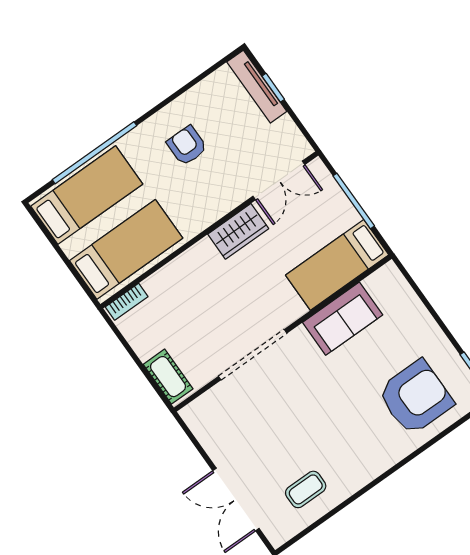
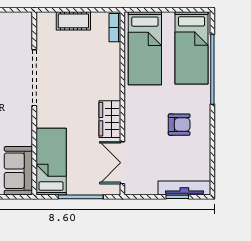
sofa: (343, 319) -> (18, 171), moved
cot: (168, 377) -> (73, 21), moved

